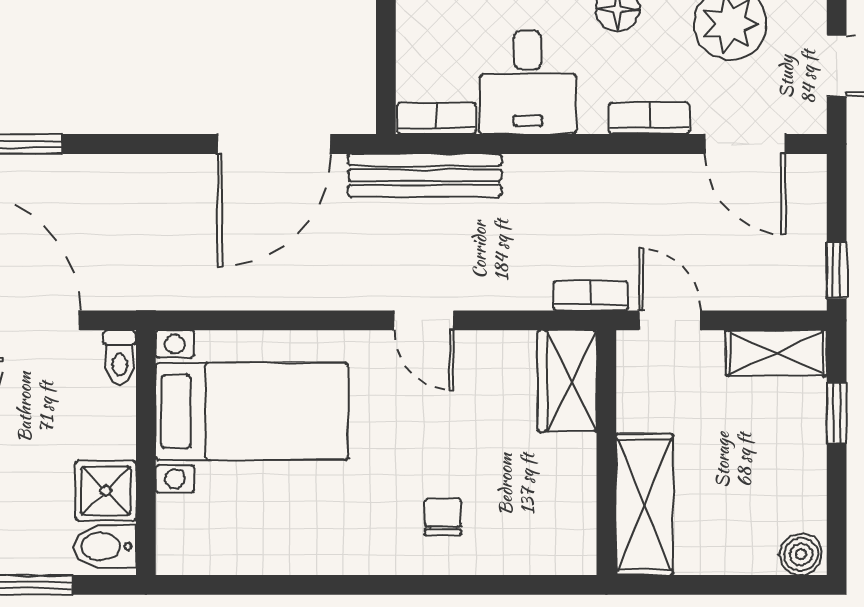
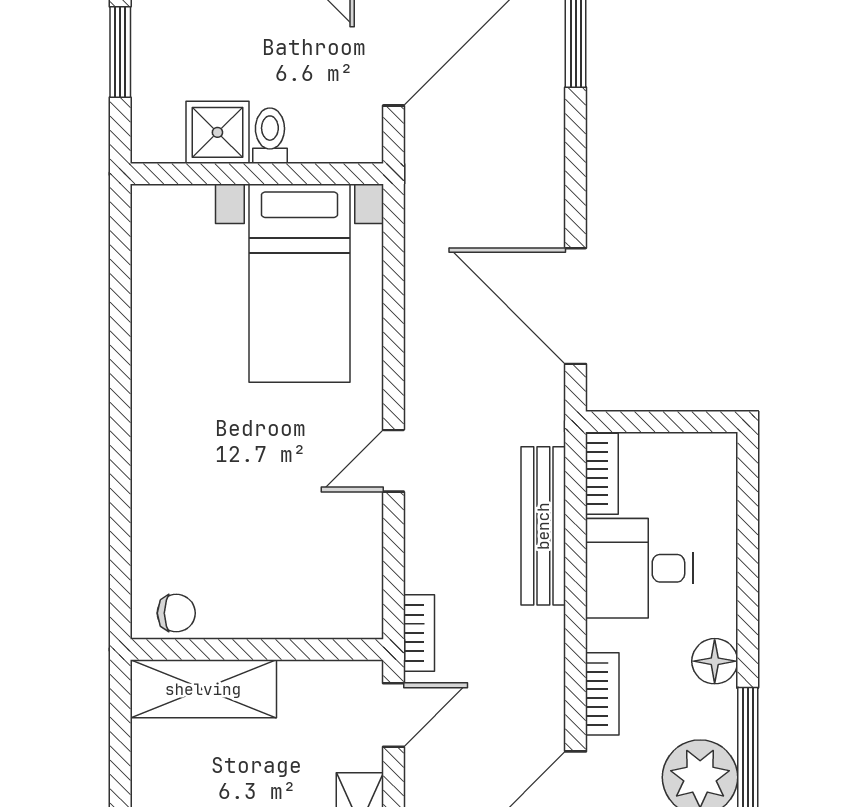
bench: (425, 175) -> (543, 526), moved
toilet: (119, 357) -> (270, 136), moved, turned 90
wardrobe: (567, 381) -> (331, 609), removed
chair: (443, 517) -> (176, 613), moved
bidet: (105, 547) -> (160, 131), removed

